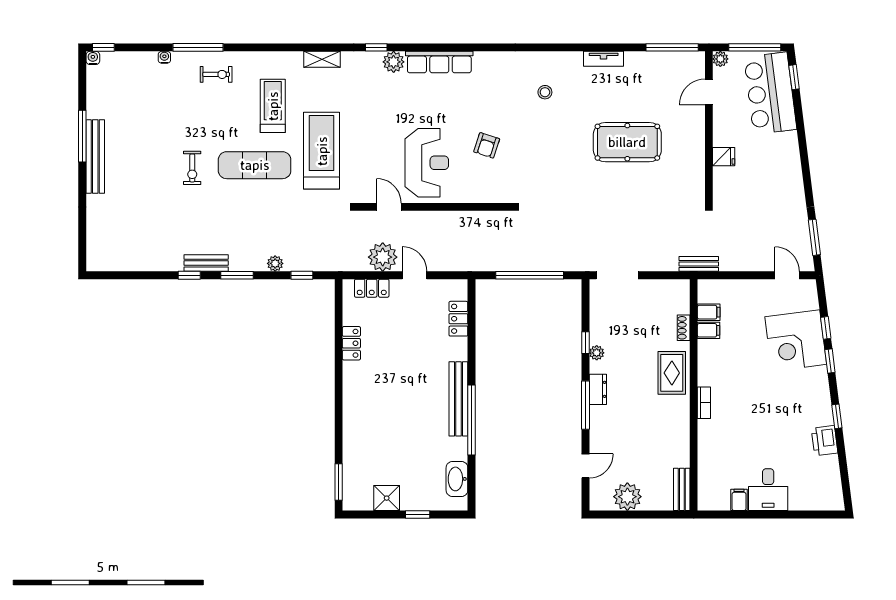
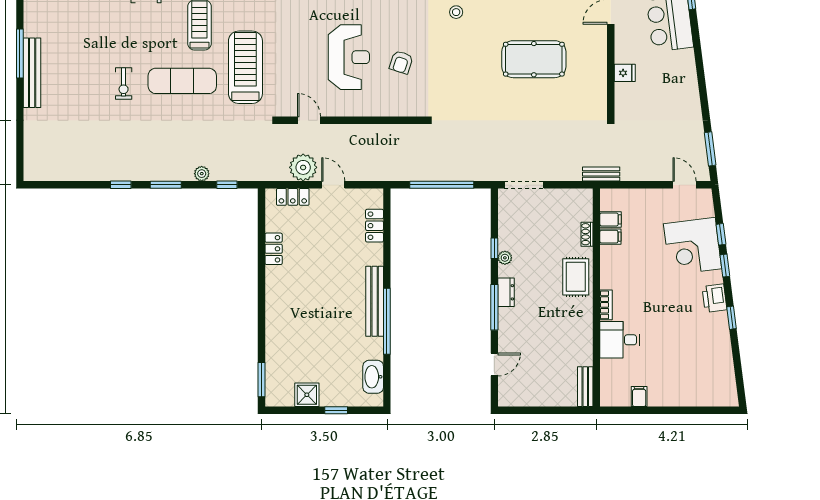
reception desk: (427, 163) -> (349, 57), moved
bench: (206, 263) -> (137, 173), removed
printer: (825, 441) -> (714, 298), moved
desk: (768, 490) -> (620, 340), moved, turned 90
plant: (627, 497) -> (534, 393), removed

